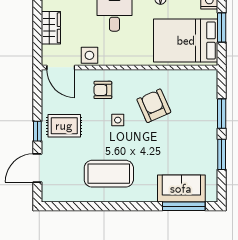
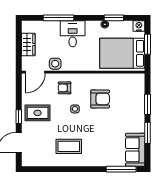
door: (61, 67) -> (35, 72), hinge flipped
armchair: (154, 106) -> (100, 99), turned 114
coffee table: (109, 174) -> (69, 146), width x0.73, depth x0.76
sofa: (181, 189) -> (135, 150), moved, turned -90

